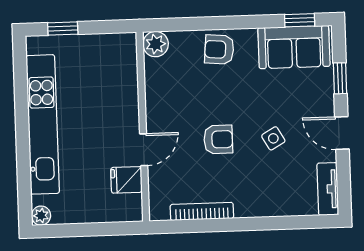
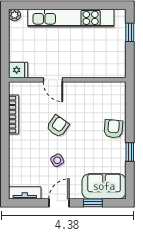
window: (300, 20) -> (130, 152), moved
plant: (156, 44) -> (118, 89), removed
sofa: (294, 47) -> (104, 186), moved, turned 90
armchair: (218, 139) -> (58, 126), turned -145
fridge: (126, 180) -> (18, 70), moved, turned 90

